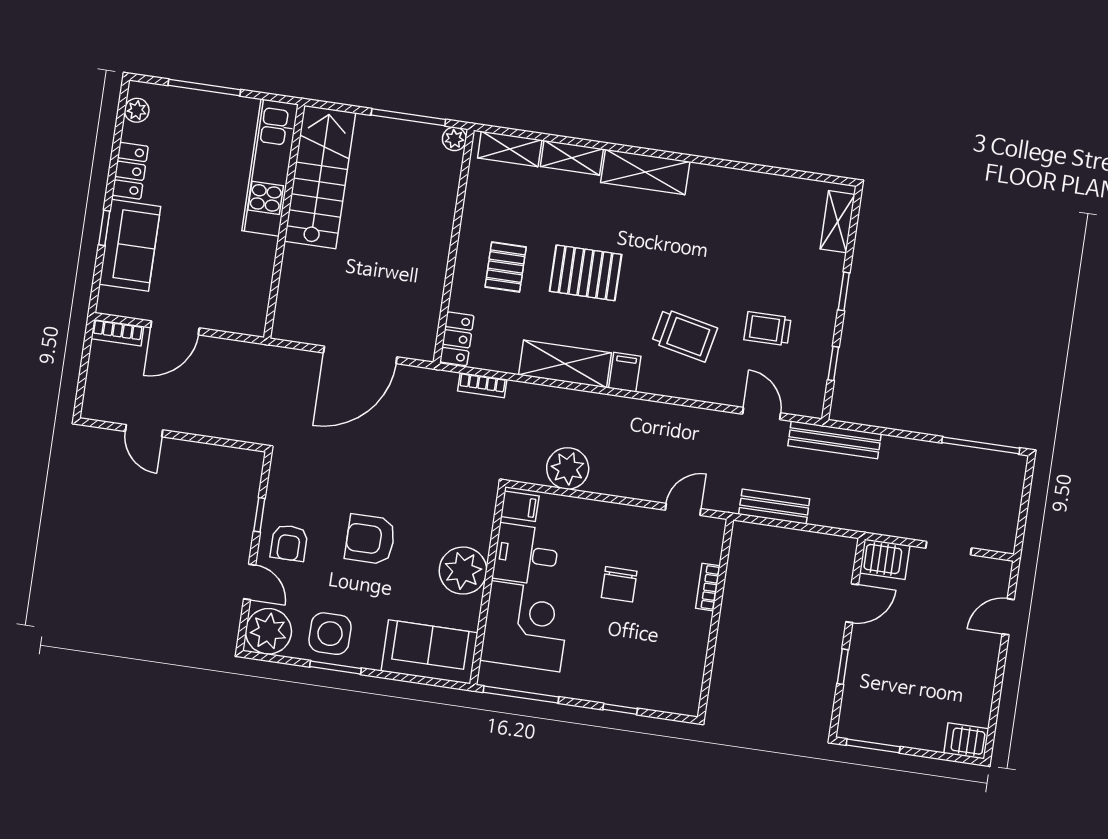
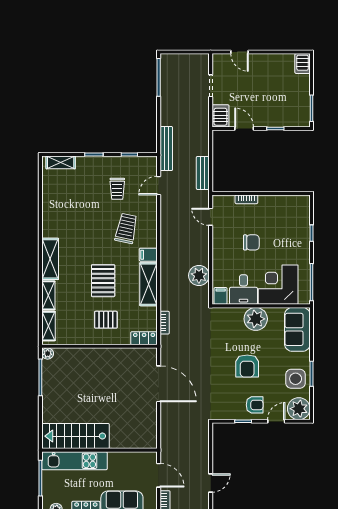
kitchen unit: (270, 168) -> (74, 461), moved
stairs: (320, 177) -> (75, 436), moved
wall: (284, 221) -> (100, 450), moved

